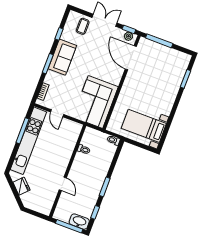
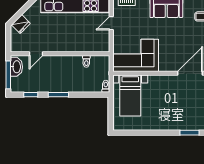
bed with nightstands: (144, 126) -> (130, 96), moved, turned 180
door: (63, 184) -> (36, 54), moved
fridge: (22, 186) -> (21, 24), moved
washbasin: (79, 222) -> (16, 67), moved

